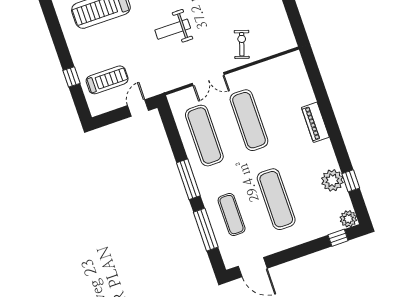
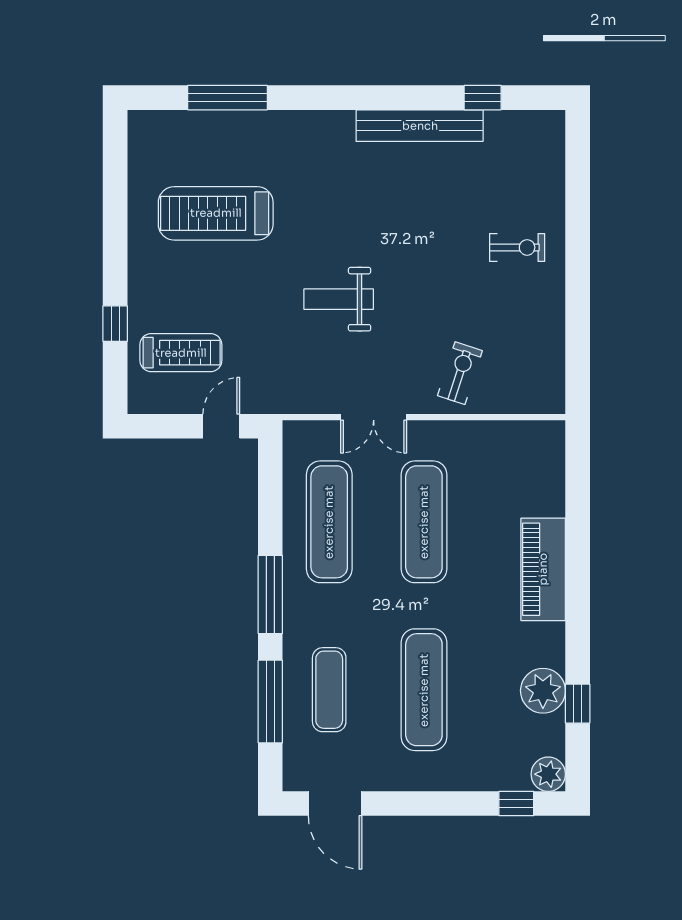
piano: (315, 122) -> (543, 569), width x1.37, depth x1.33

